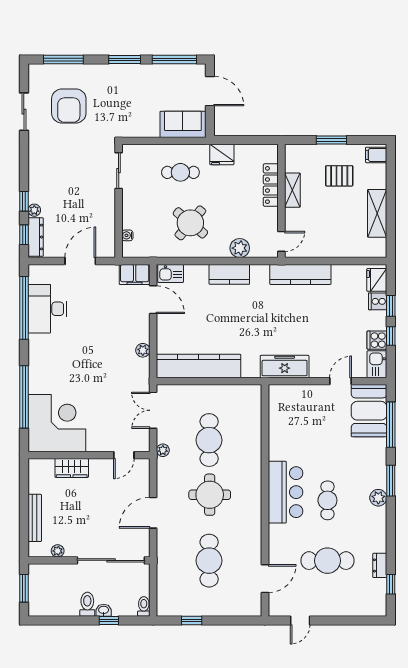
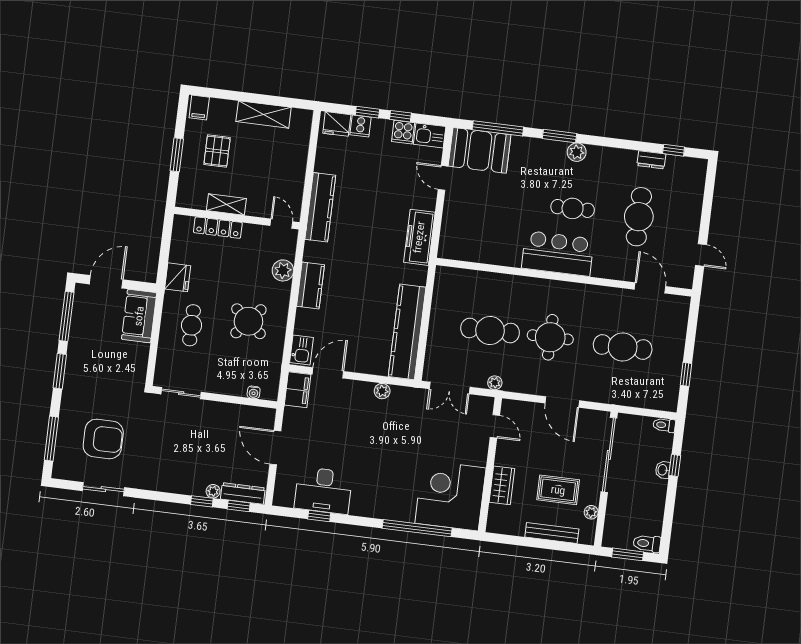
window: (24, 308) -> (319, 516), width x0.32
rug: (74, 519) -> (558, 490), added
toilet: (87, 604) -> (647, 543), moved

